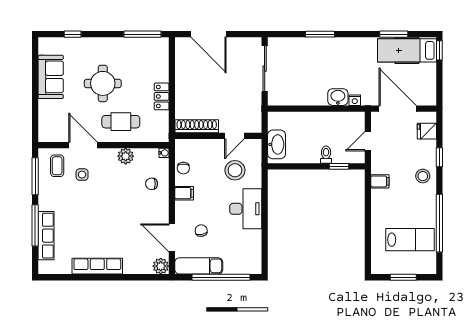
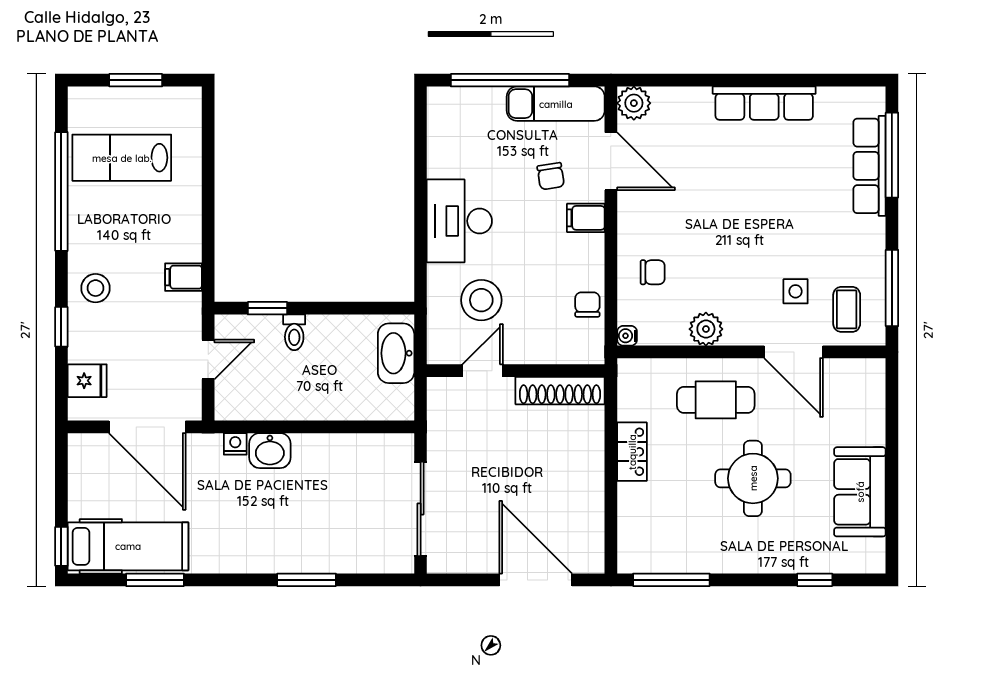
filing cabinet: (184, 193) -> (586, 218), moved
window: (35, 225) -> (892, 155), moved

